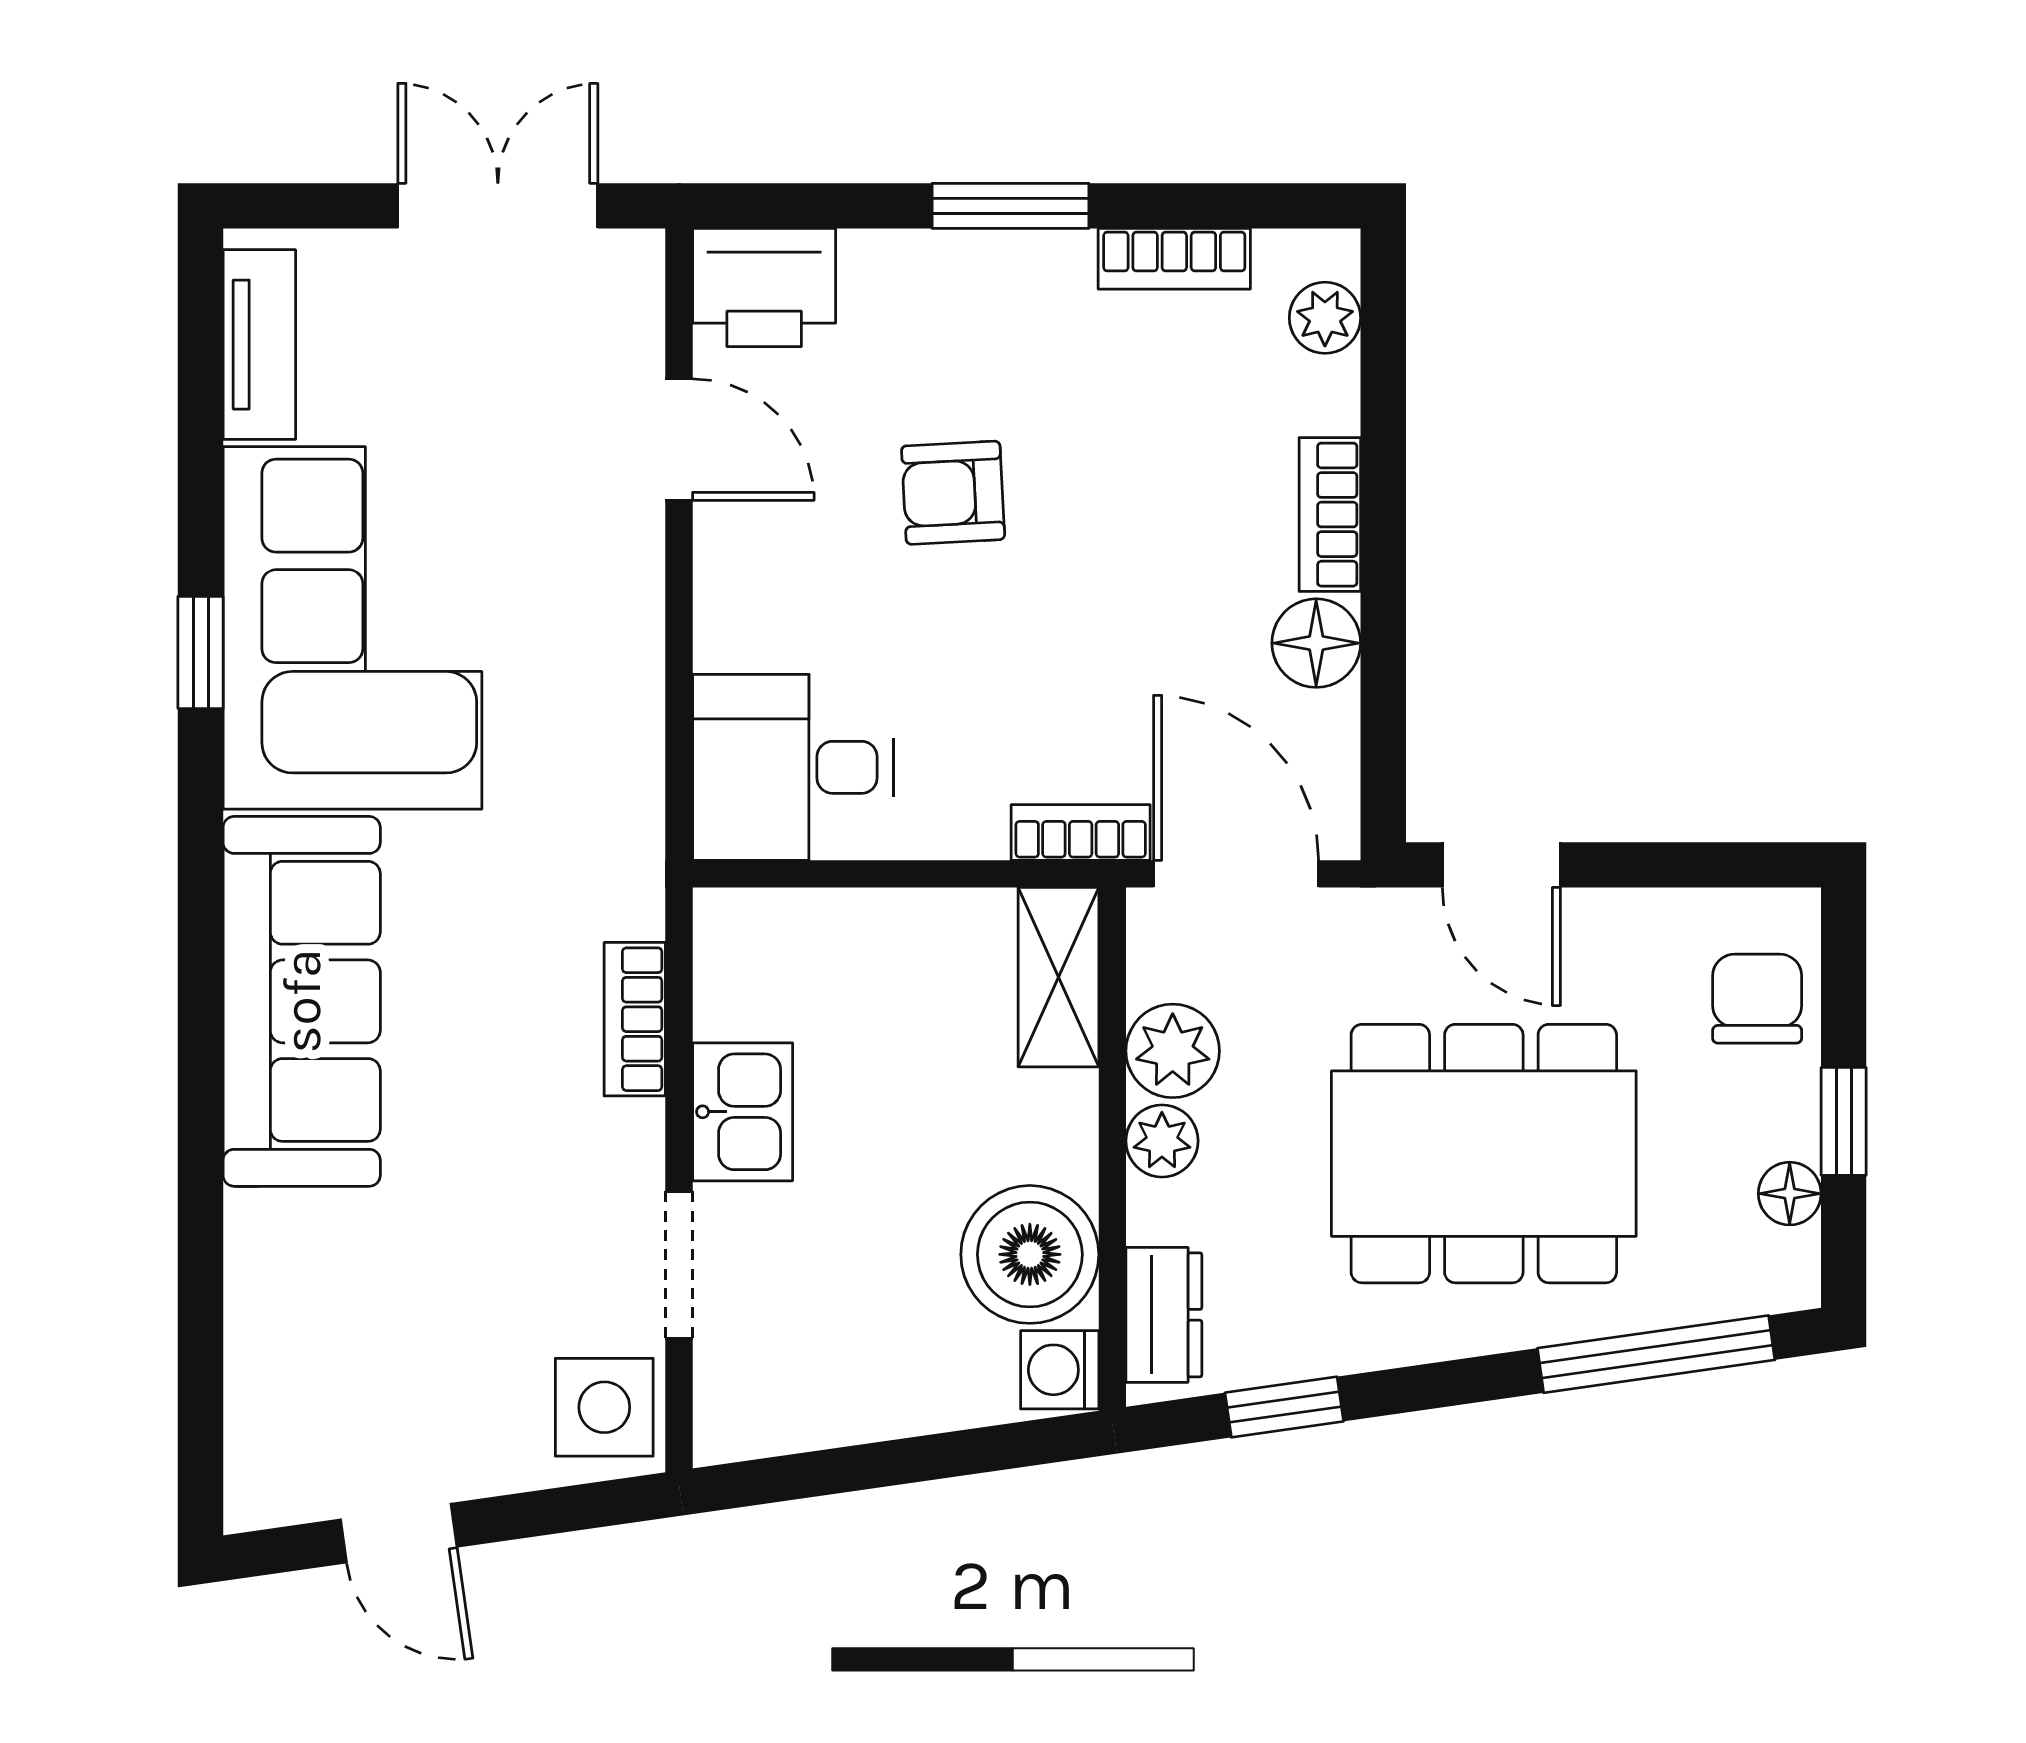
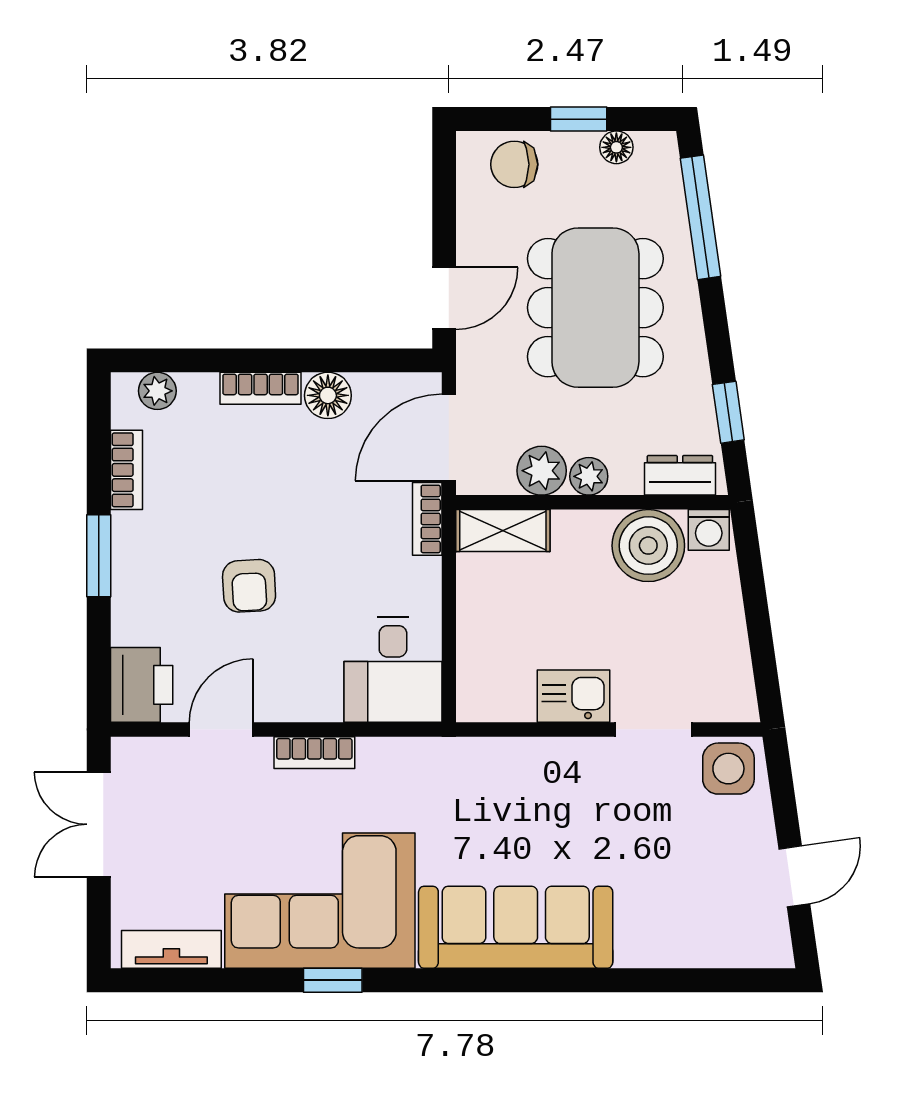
bookcase: (635, 1019) -> (314, 753), moved

